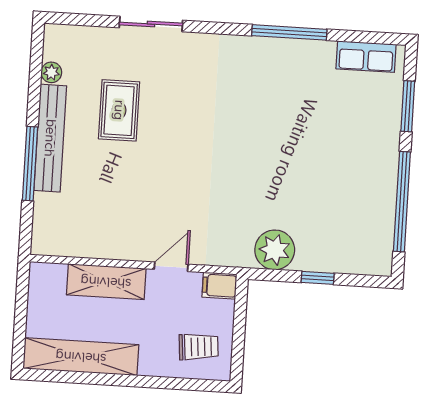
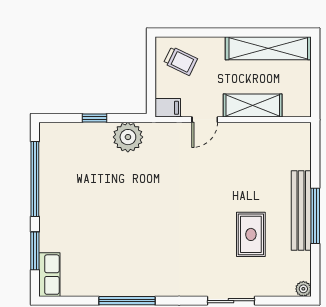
row of seats: (366, 57) -> (49, 275), moved, turned 90
plant: (51, 72) -> (303, 289), moved
window: (30, 164) -> (315, 216), moved
trolley: (199, 347) -> (181, 61), turned -149

